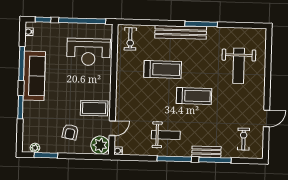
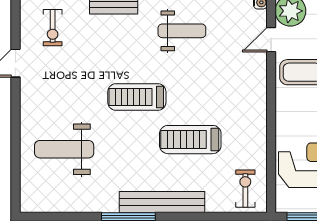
weight bench: (239, 66) -> (64, 149), turned -90
weight bench: (166, 135) -> (182, 31), turned 180

